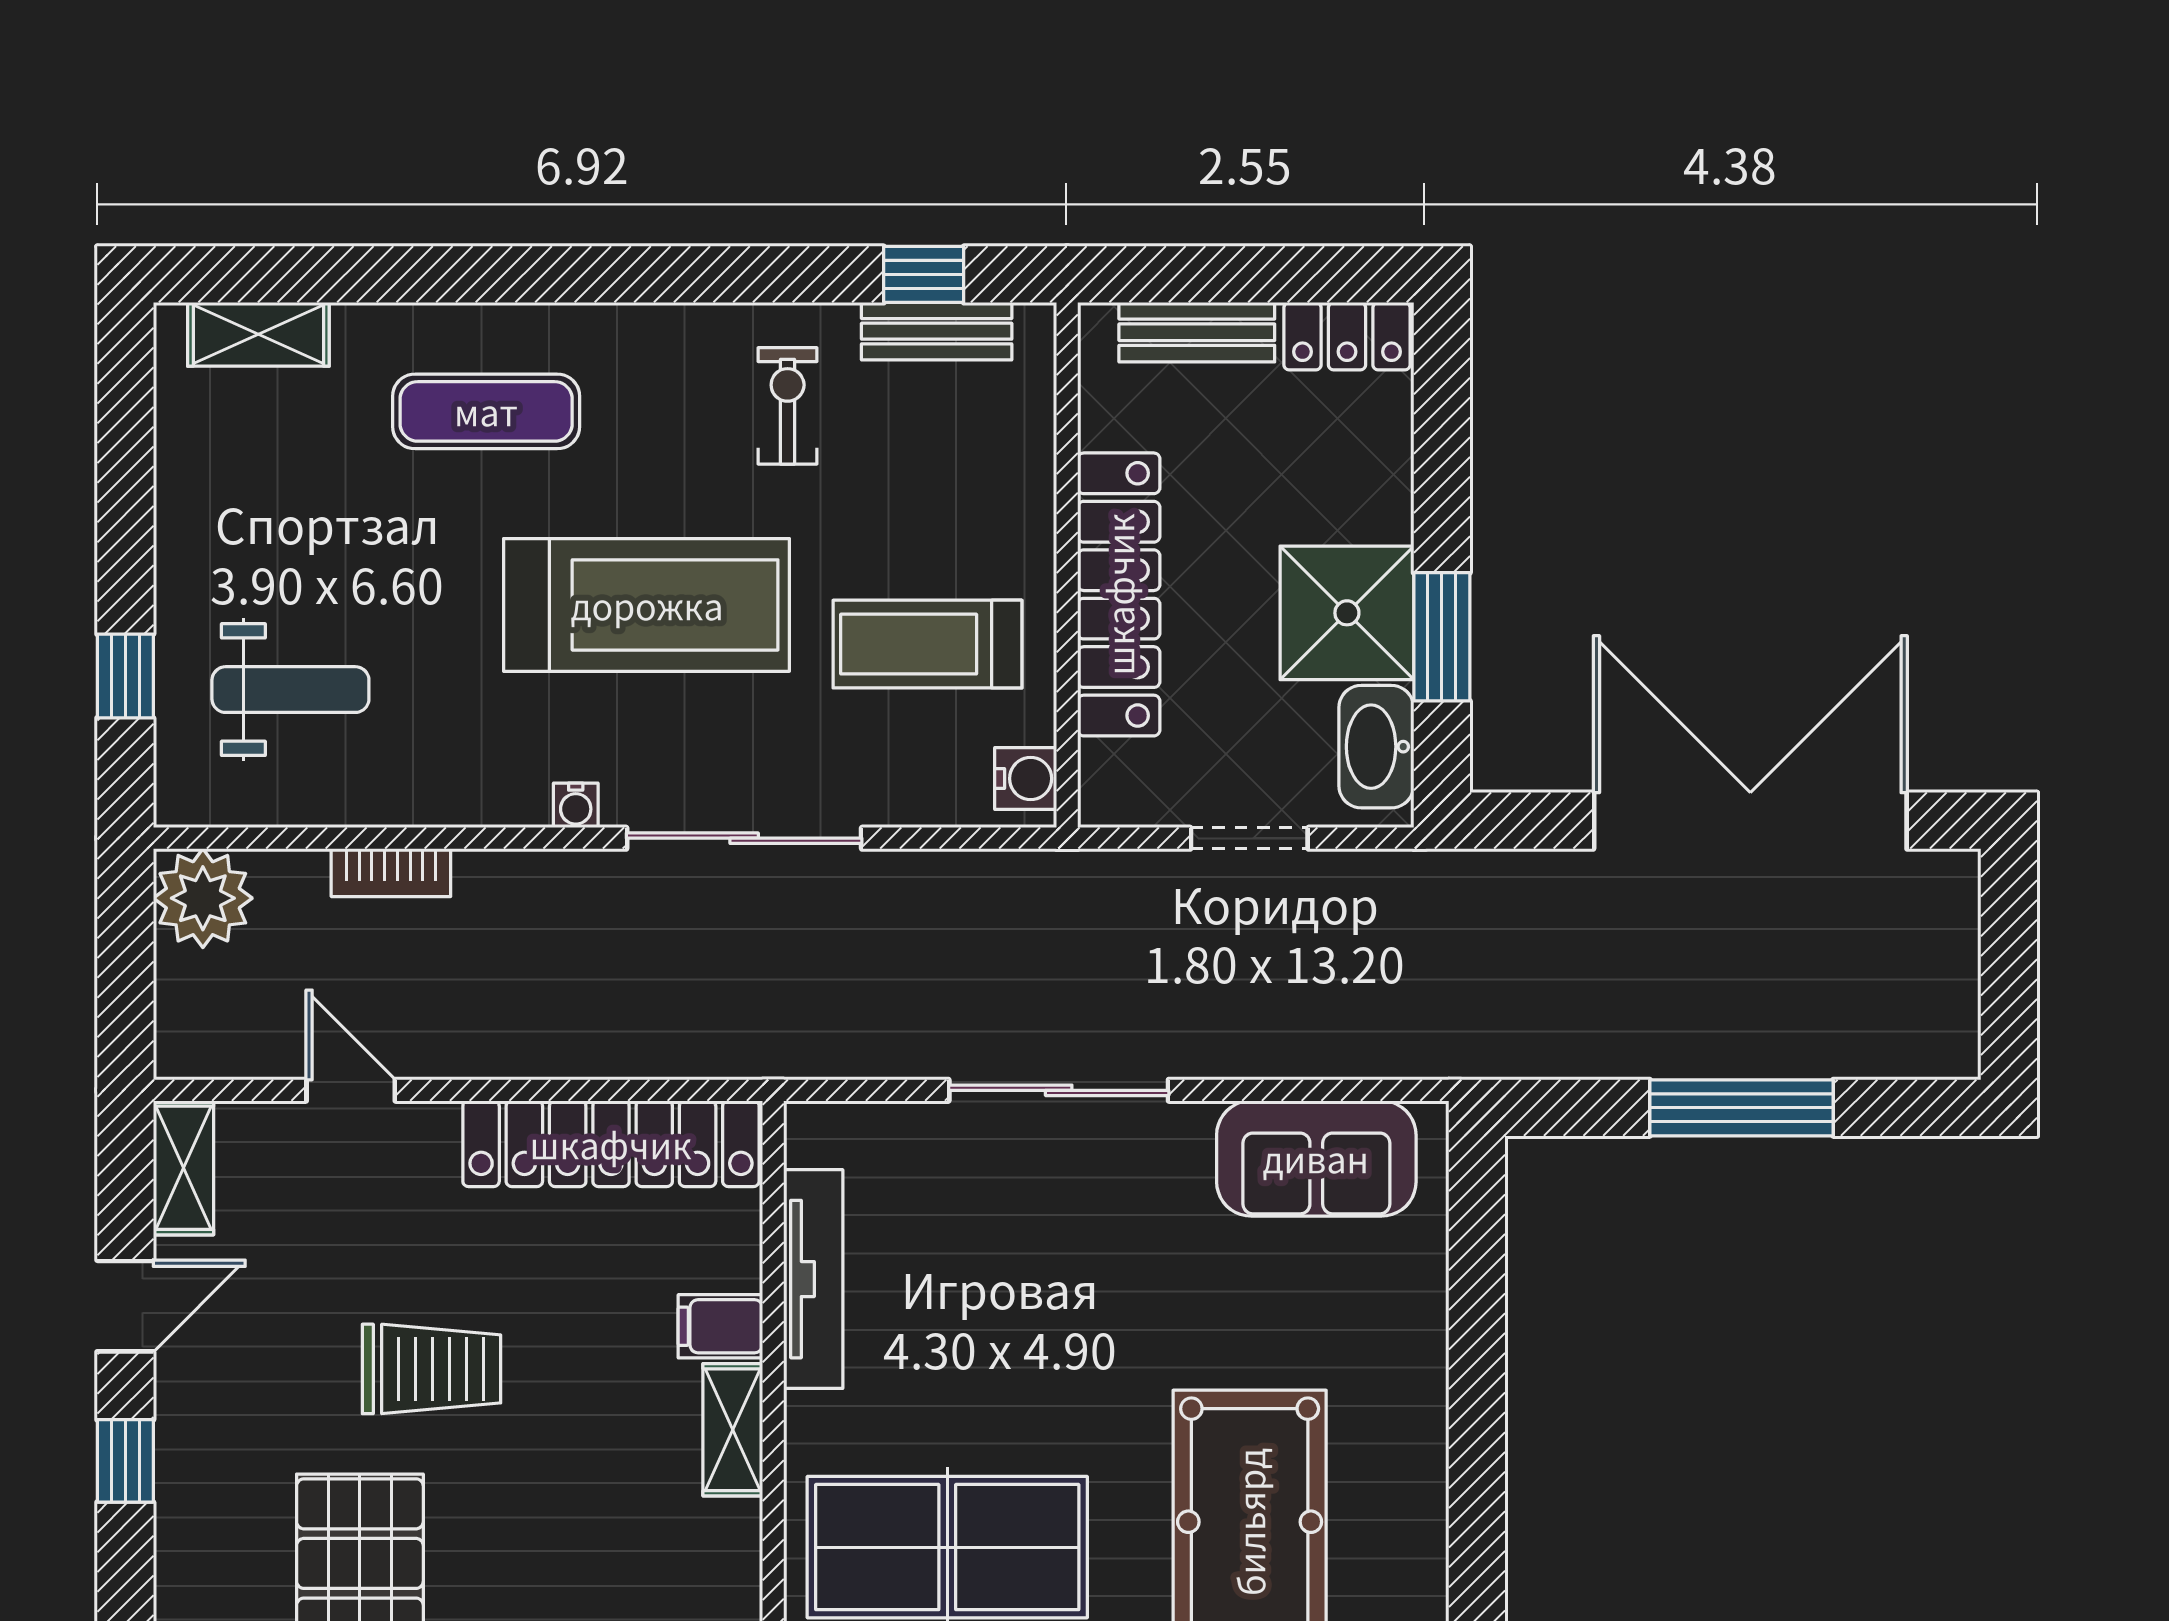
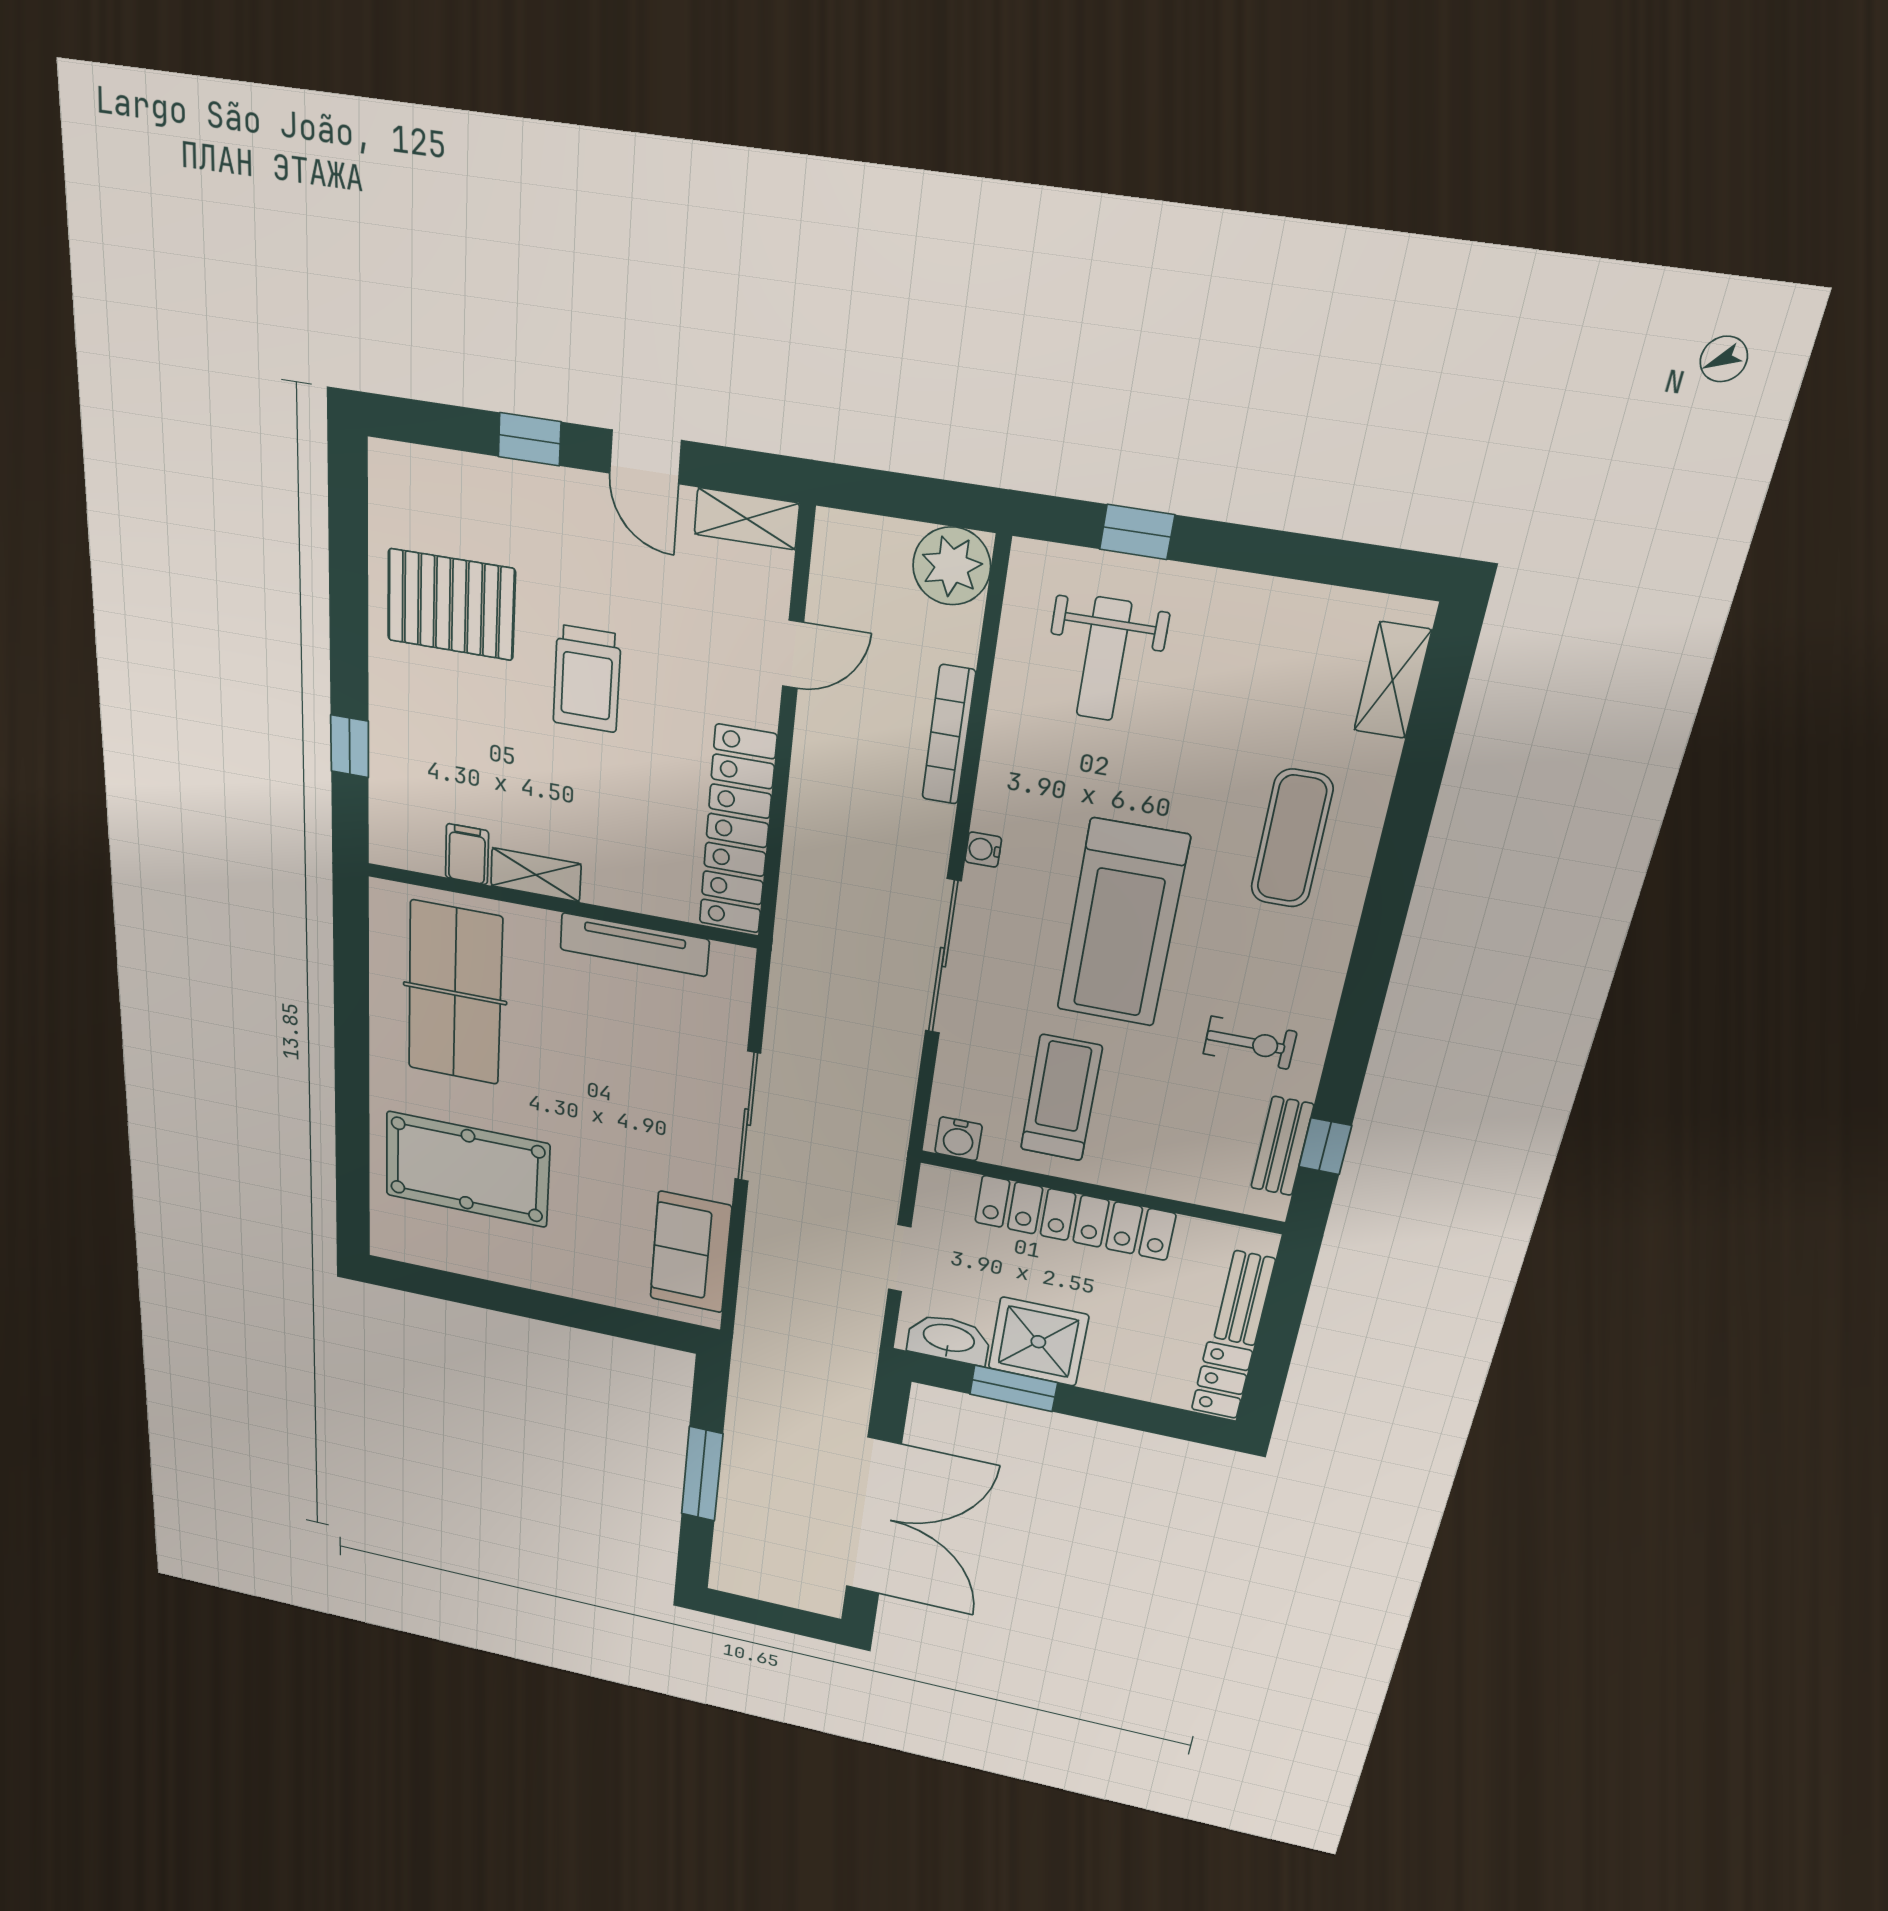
bookcase: (391, 873) -> (949, 735), width x1.56
filing cabinet: (720, 1326) -> (467, 854), moved

